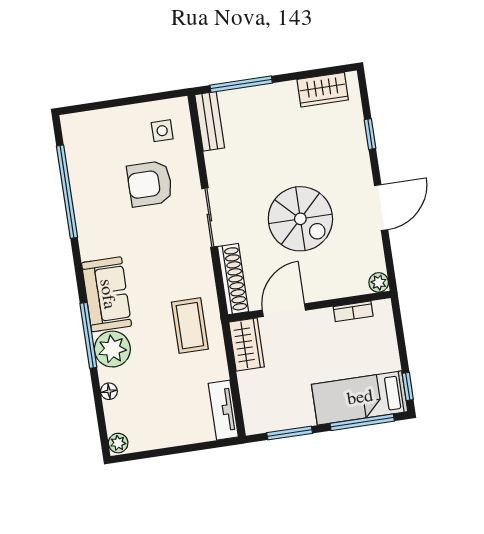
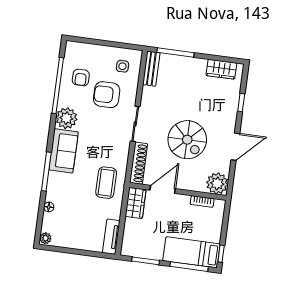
armchair: (100, 168) -> (81, 77), added
plant: (379, 282) -> (217, 183), width x1.87, depth x1.87
plant: (112, 349) -> (66, 118), moved

